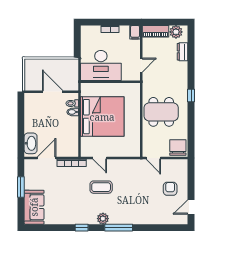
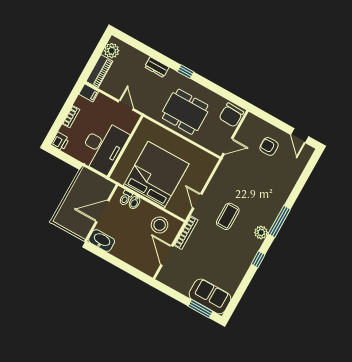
printer: (87, 31) -> (60, 142), added
dresser: (183, 52) -> (157, 67), moved
dining table: (161, 112) -> (185, 112), turned 90
stool: (66, 140) -> (160, 225), added
washbasin: (31, 143) -> (102, 241), moved
chair: (178, 148) -> (231, 115), turned -88
door: (100, 158) -> (197, 201), swing flipped
window: (21, 187) -> (200, 309), moved

